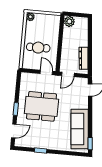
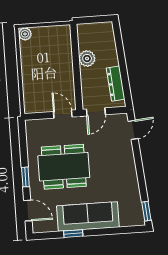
plant: (69, 21) -> (87, 59), moved
cafe table: (38, 48) -> (44, 79), removed
sofa: (80, 129) -> (88, 217), moved, turned 95
door: (14, 131) -> (28, 211), hinge flipped

